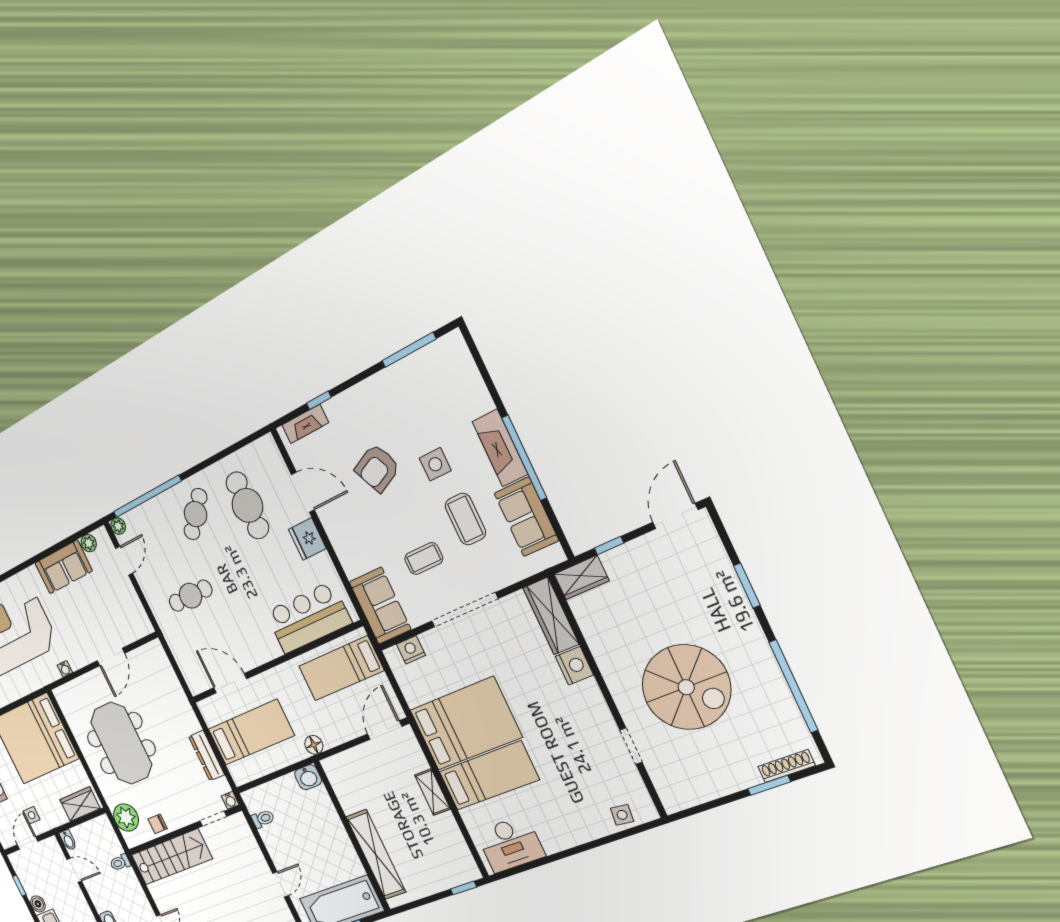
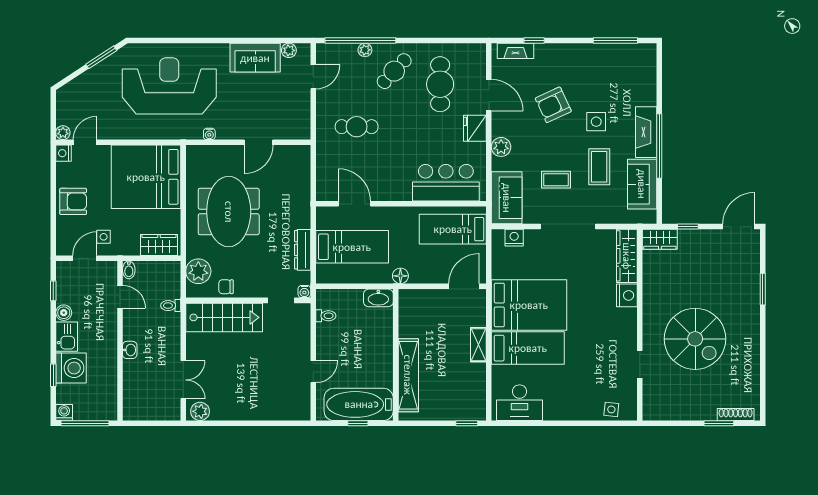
plant: (118, 526) -> (365, 50), moved
plant: (345, 548) -> (501, 147), added
window: (794, 686) -> (763, 364), removed
washbasin: (308, 777) -> (378, 298), width x1.38

